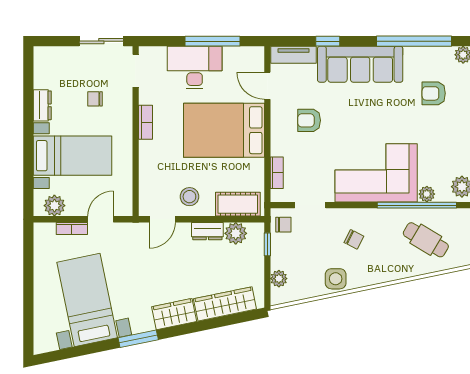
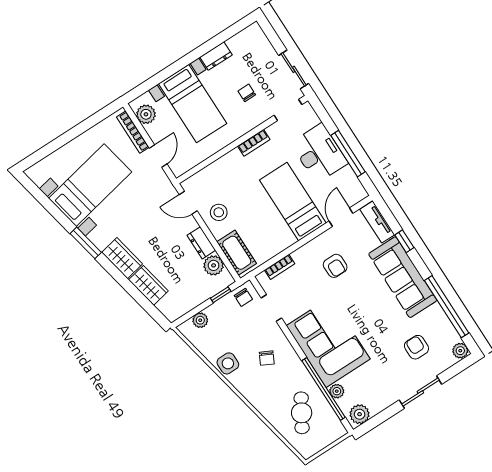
armchair: (309, 120) -> (335, 266), turned 180
bed: (224, 130) -> (293, 202), width x0.67
door: (101, 219) -> (158, 156), hinge flipped
bookcase: (72, 228) -> (133, 132), width x1.56
wardrobe: (225, 304) -> (148, 285), width x0.67

